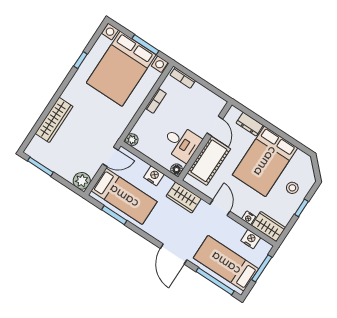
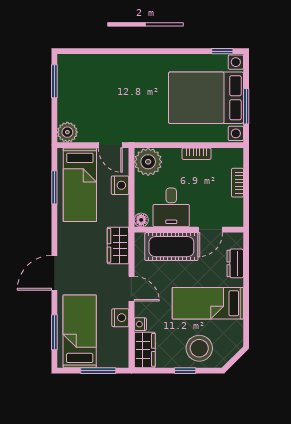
window: (80, 60) -> (222, 51), moved
bookcase: (183, 78) -> (237, 183), moved
wardrobe: (54, 120) -> (110, 64), removed
plant: (132, 140) -> (148, 162), width x1.88, depth x1.88
bed: (265, 161) -> (208, 303), width x0.67
nightstand: (154, 176) -> (120, 185), moved
stool: (292, 188) -> (199, 348), width x1.89, depth x1.89
door: (220, 208) -> (131, 289), hinge flipped
nightstand: (251, 239) -> (120, 318), moved
window: (215, 281) -> (54, 332), width x0.69

